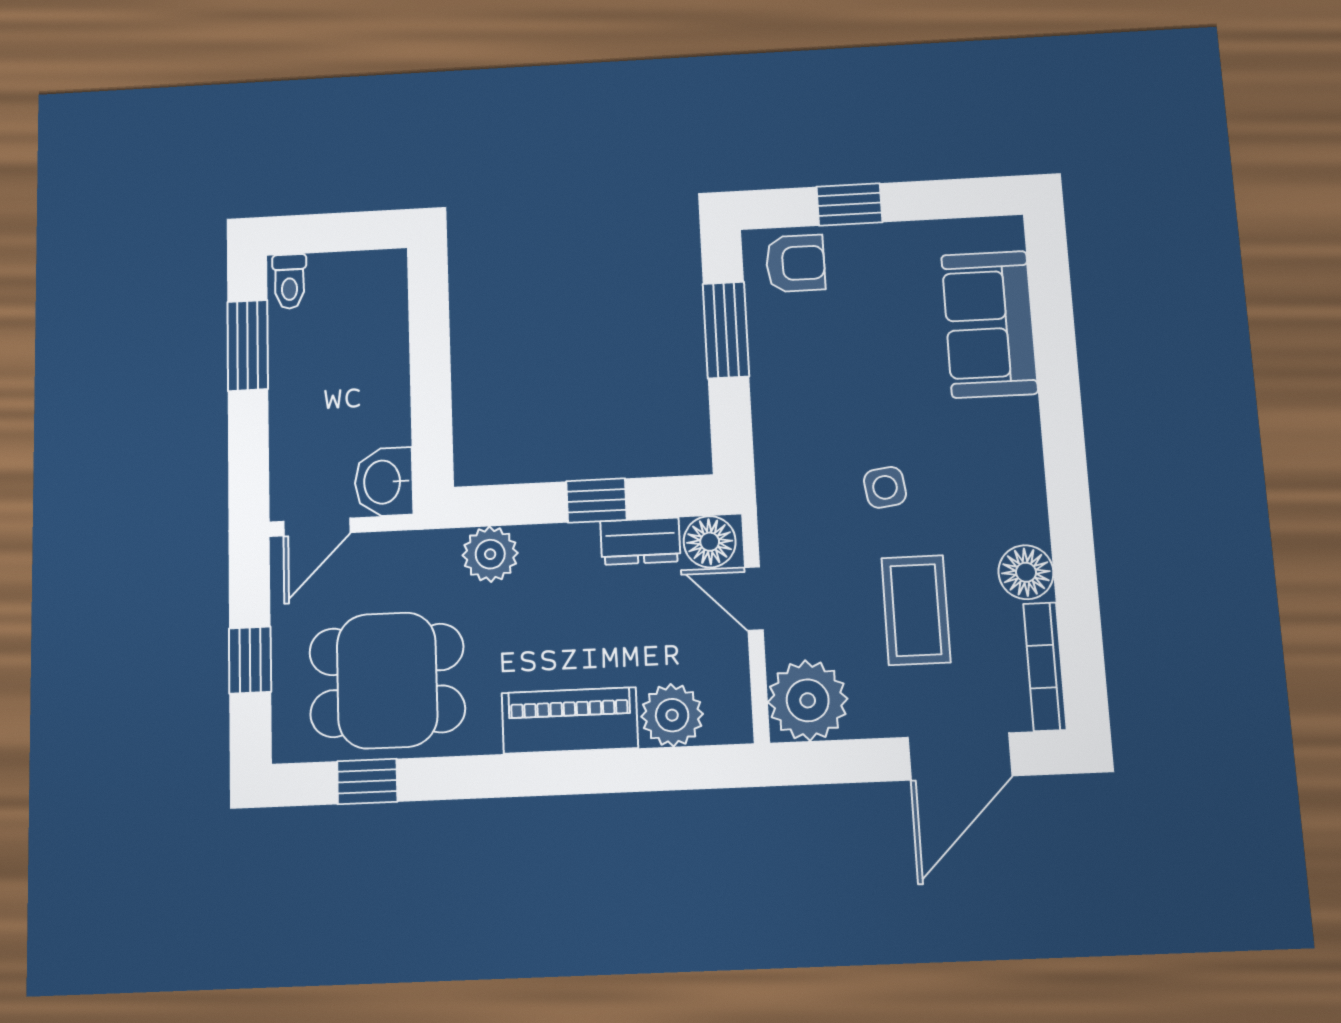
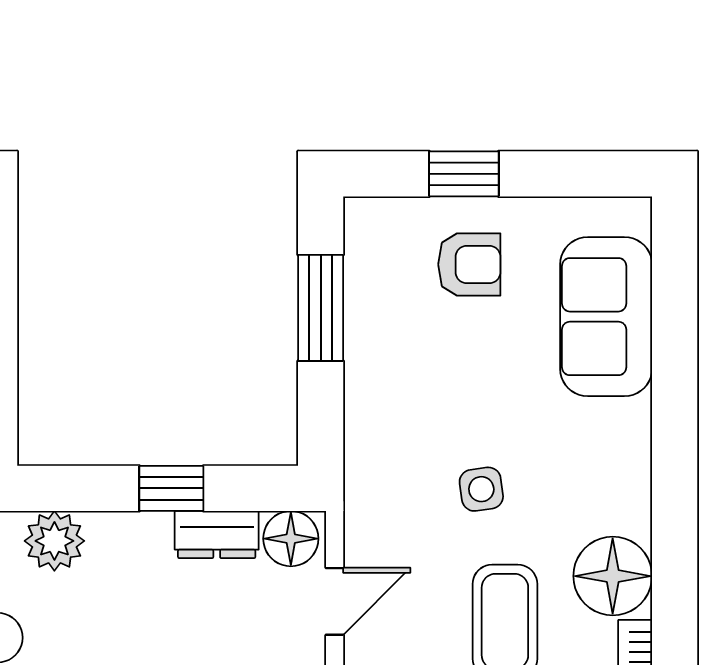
armchair: (795, 263) -> (469, 264), moved
floor lamp: (1026, 572) -> (613, 576), width x1.38, depth x1.38
door: (754, 599) -> (335, 601), swing flipped

